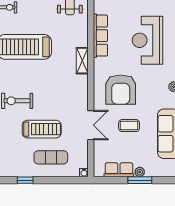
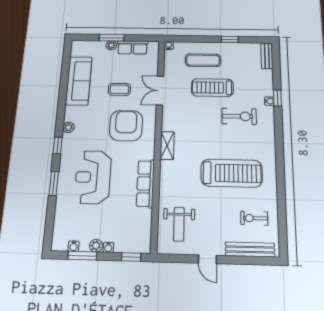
reception desk: (147, 40) -> (93, 177), turned 180
shelving: (82, 61) -> (167, 146), moved

